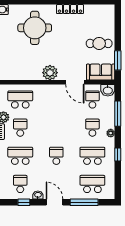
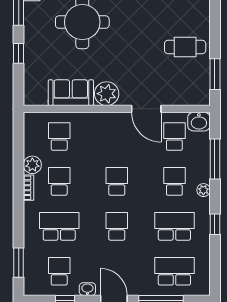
sofa: (101, 72) -> (71, 93), moved
school desk: (20, 99) -> (59, 136), width x0.54
school desk: (56, 128) -> (117, 181), added

